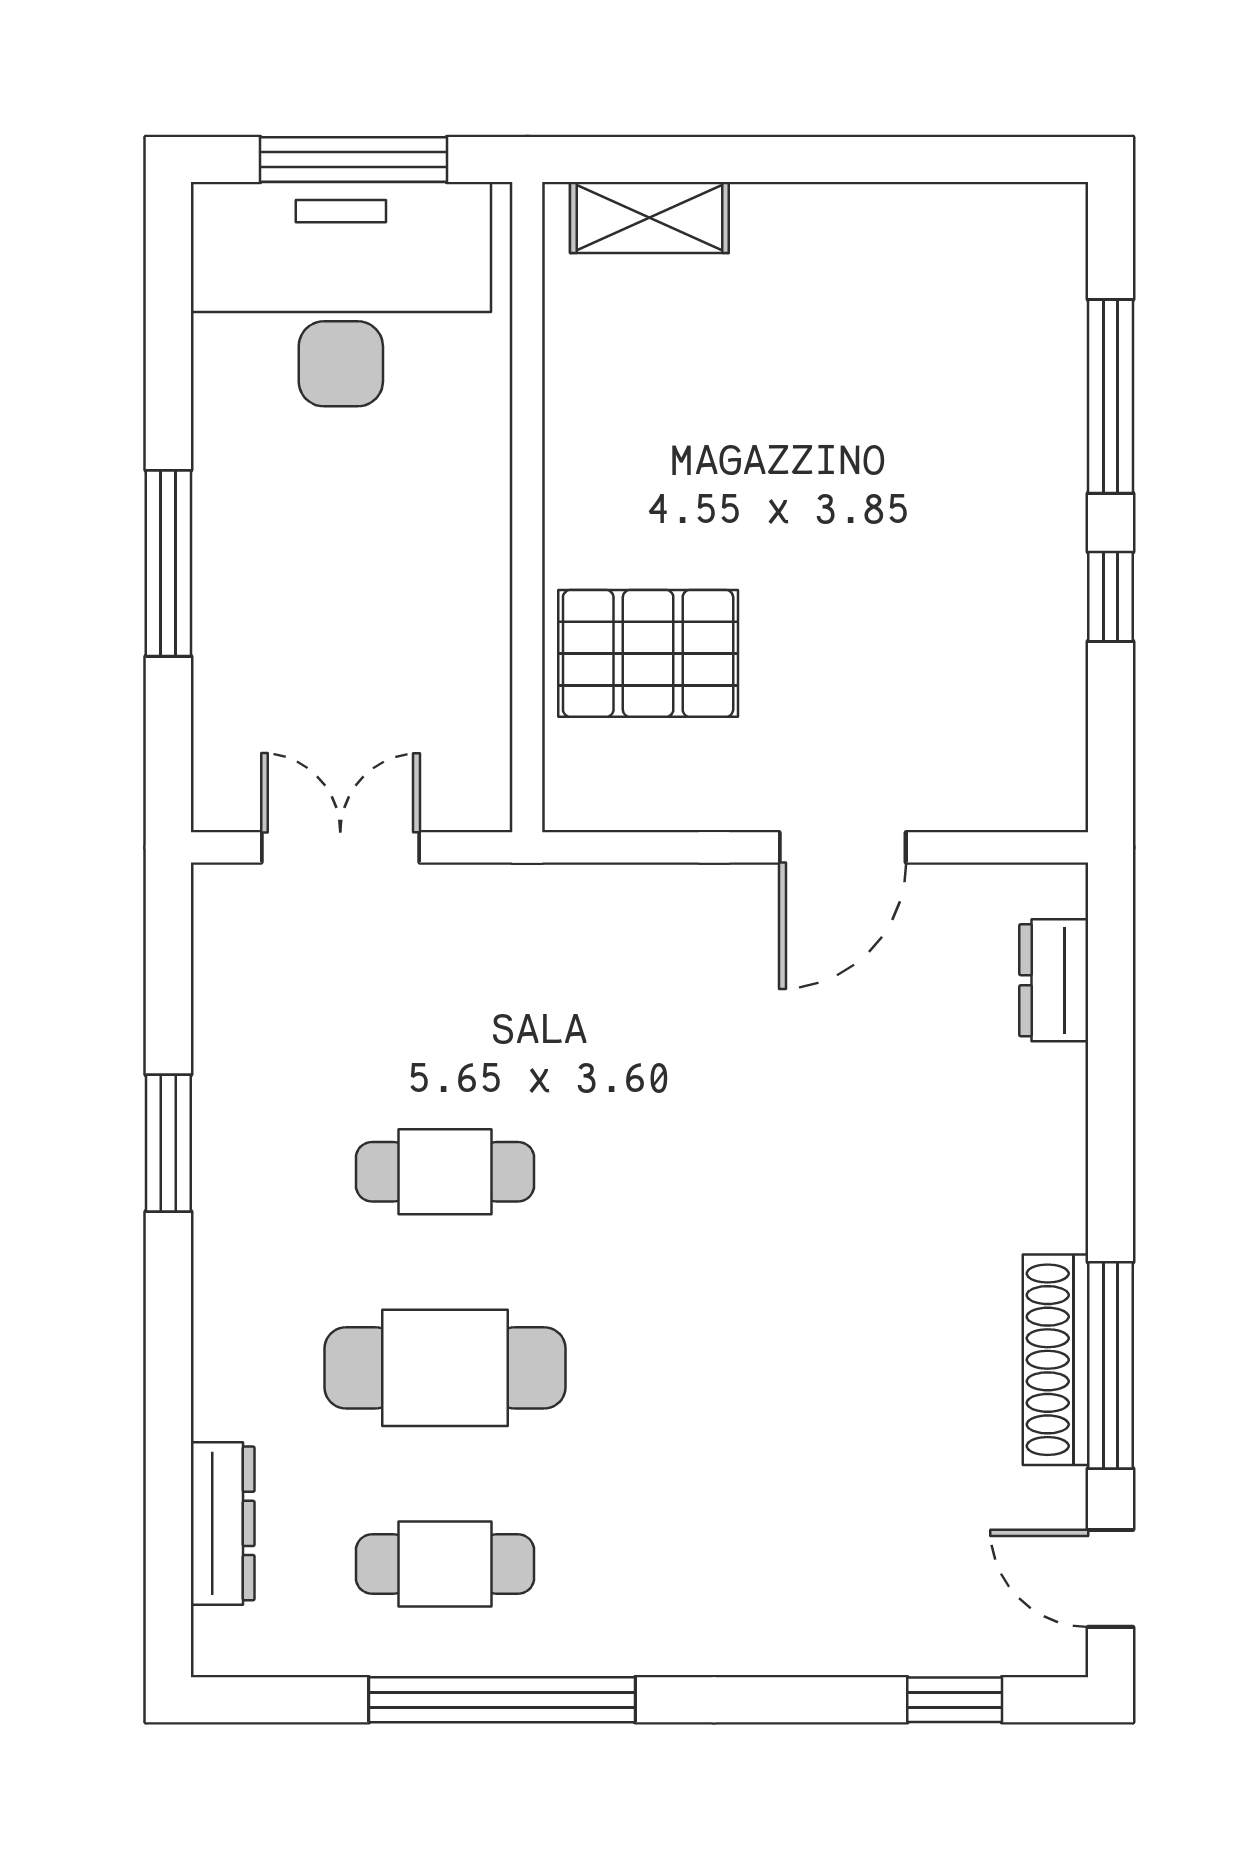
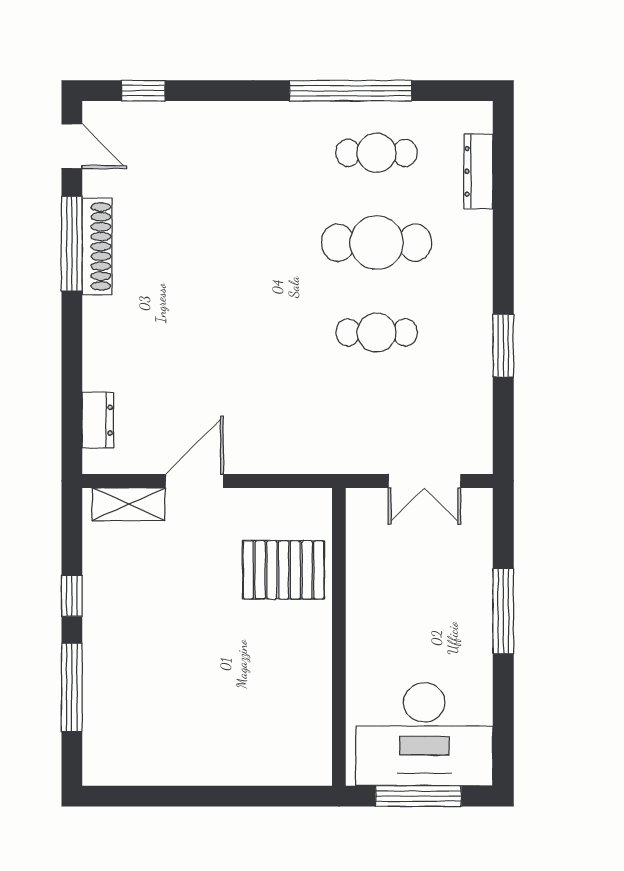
shelving: (649, 218) -> (128, 504), moved

